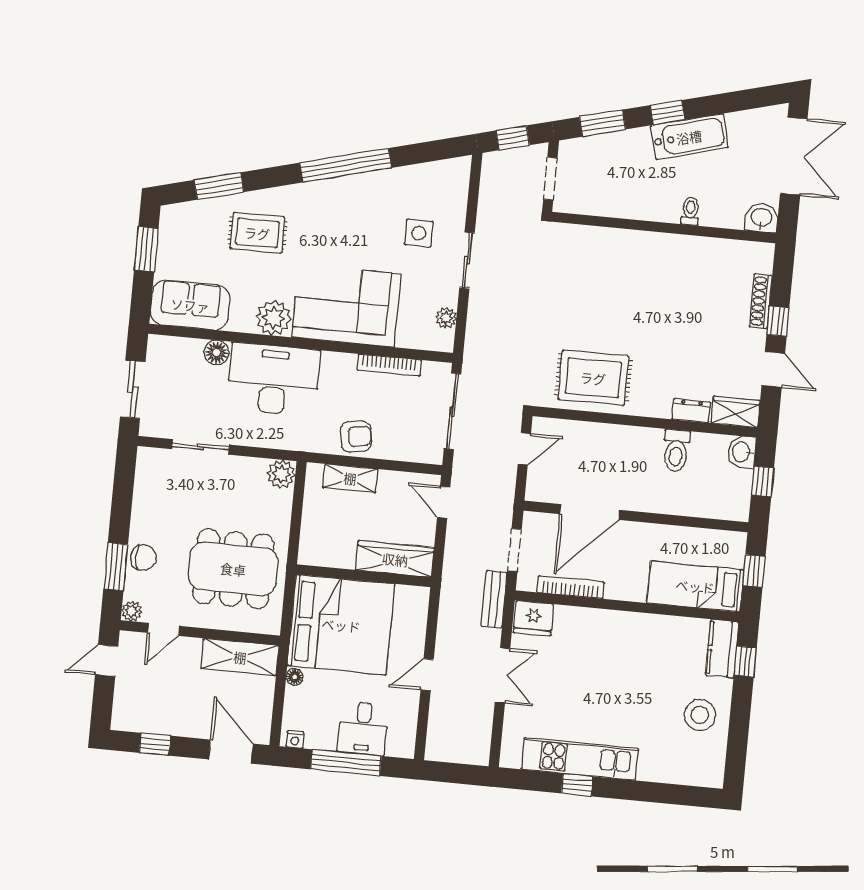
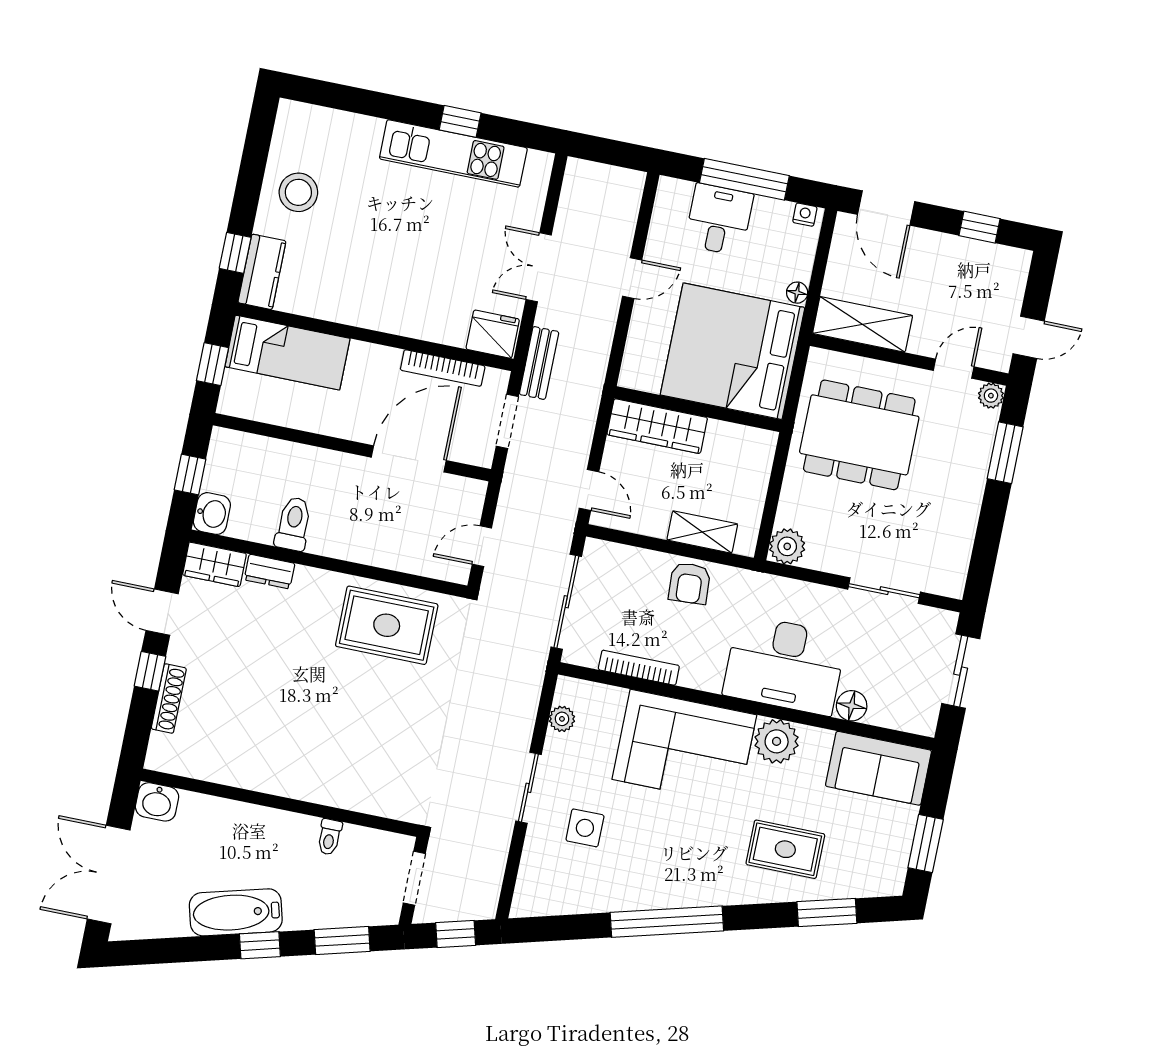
toilet: (690, 211) -> (329, 837), moved
armchair: (356, 437) -> (689, 583), turned -84
chair: (144, 558) -> (969, 460), removed

